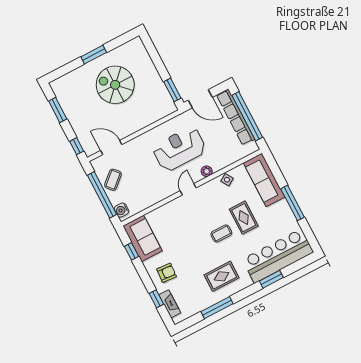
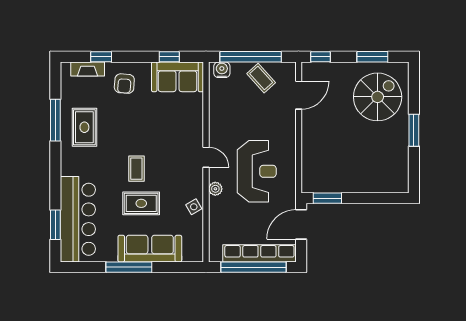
spiral stairs: (115, 85) -> (378, 97), moved
sofa: (264, 180) -> (150, 249), moved
rug: (222, 276) -> (84, 127), moved
window: (271, 279) -> (55, 225), moved

